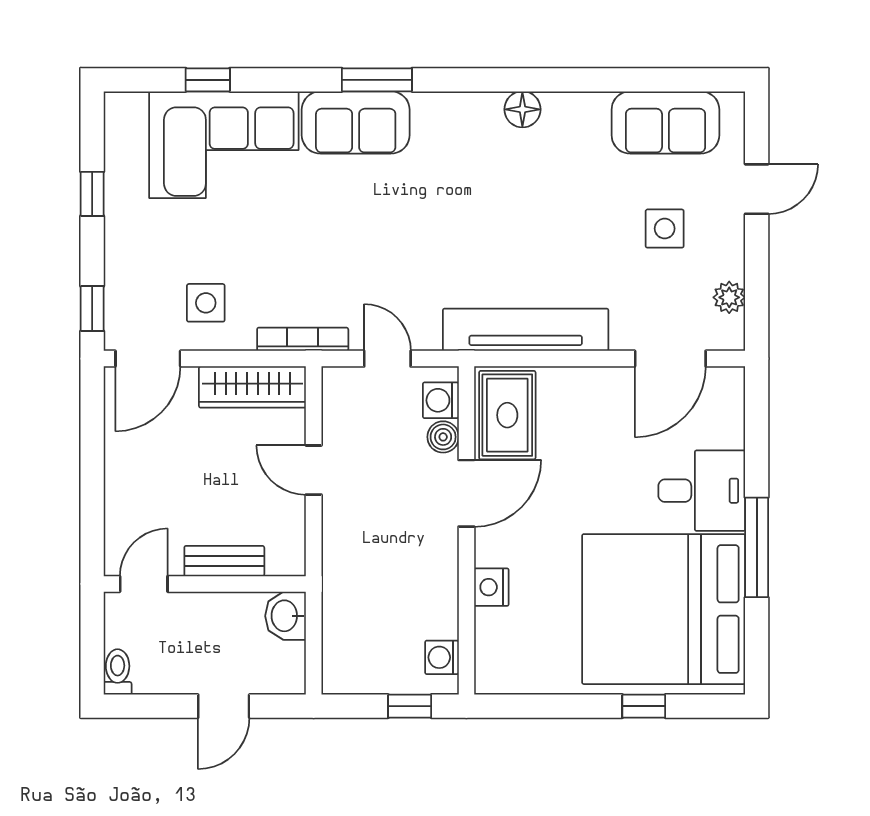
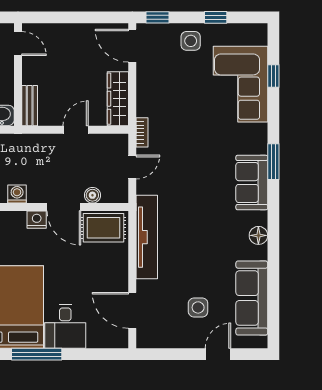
sofa: (356, 122) -> (252, 183), moved
sofa: (665, 122) -> (252, 298), width x1.36
door: (757, 189) -> (218, 354), swing flipped
plant: (729, 297) -> (163, 340), removed
side table: (206, 303) -> (191, 41), moved
bookcase: (303, 339) -> (142, 132), width x0.64
washing machine: (441, 400) -> (17, 194), moved
bench: (224, 561) -> (30, 106), moved
nightstand: (491, 587) -> (37, 220), moved

